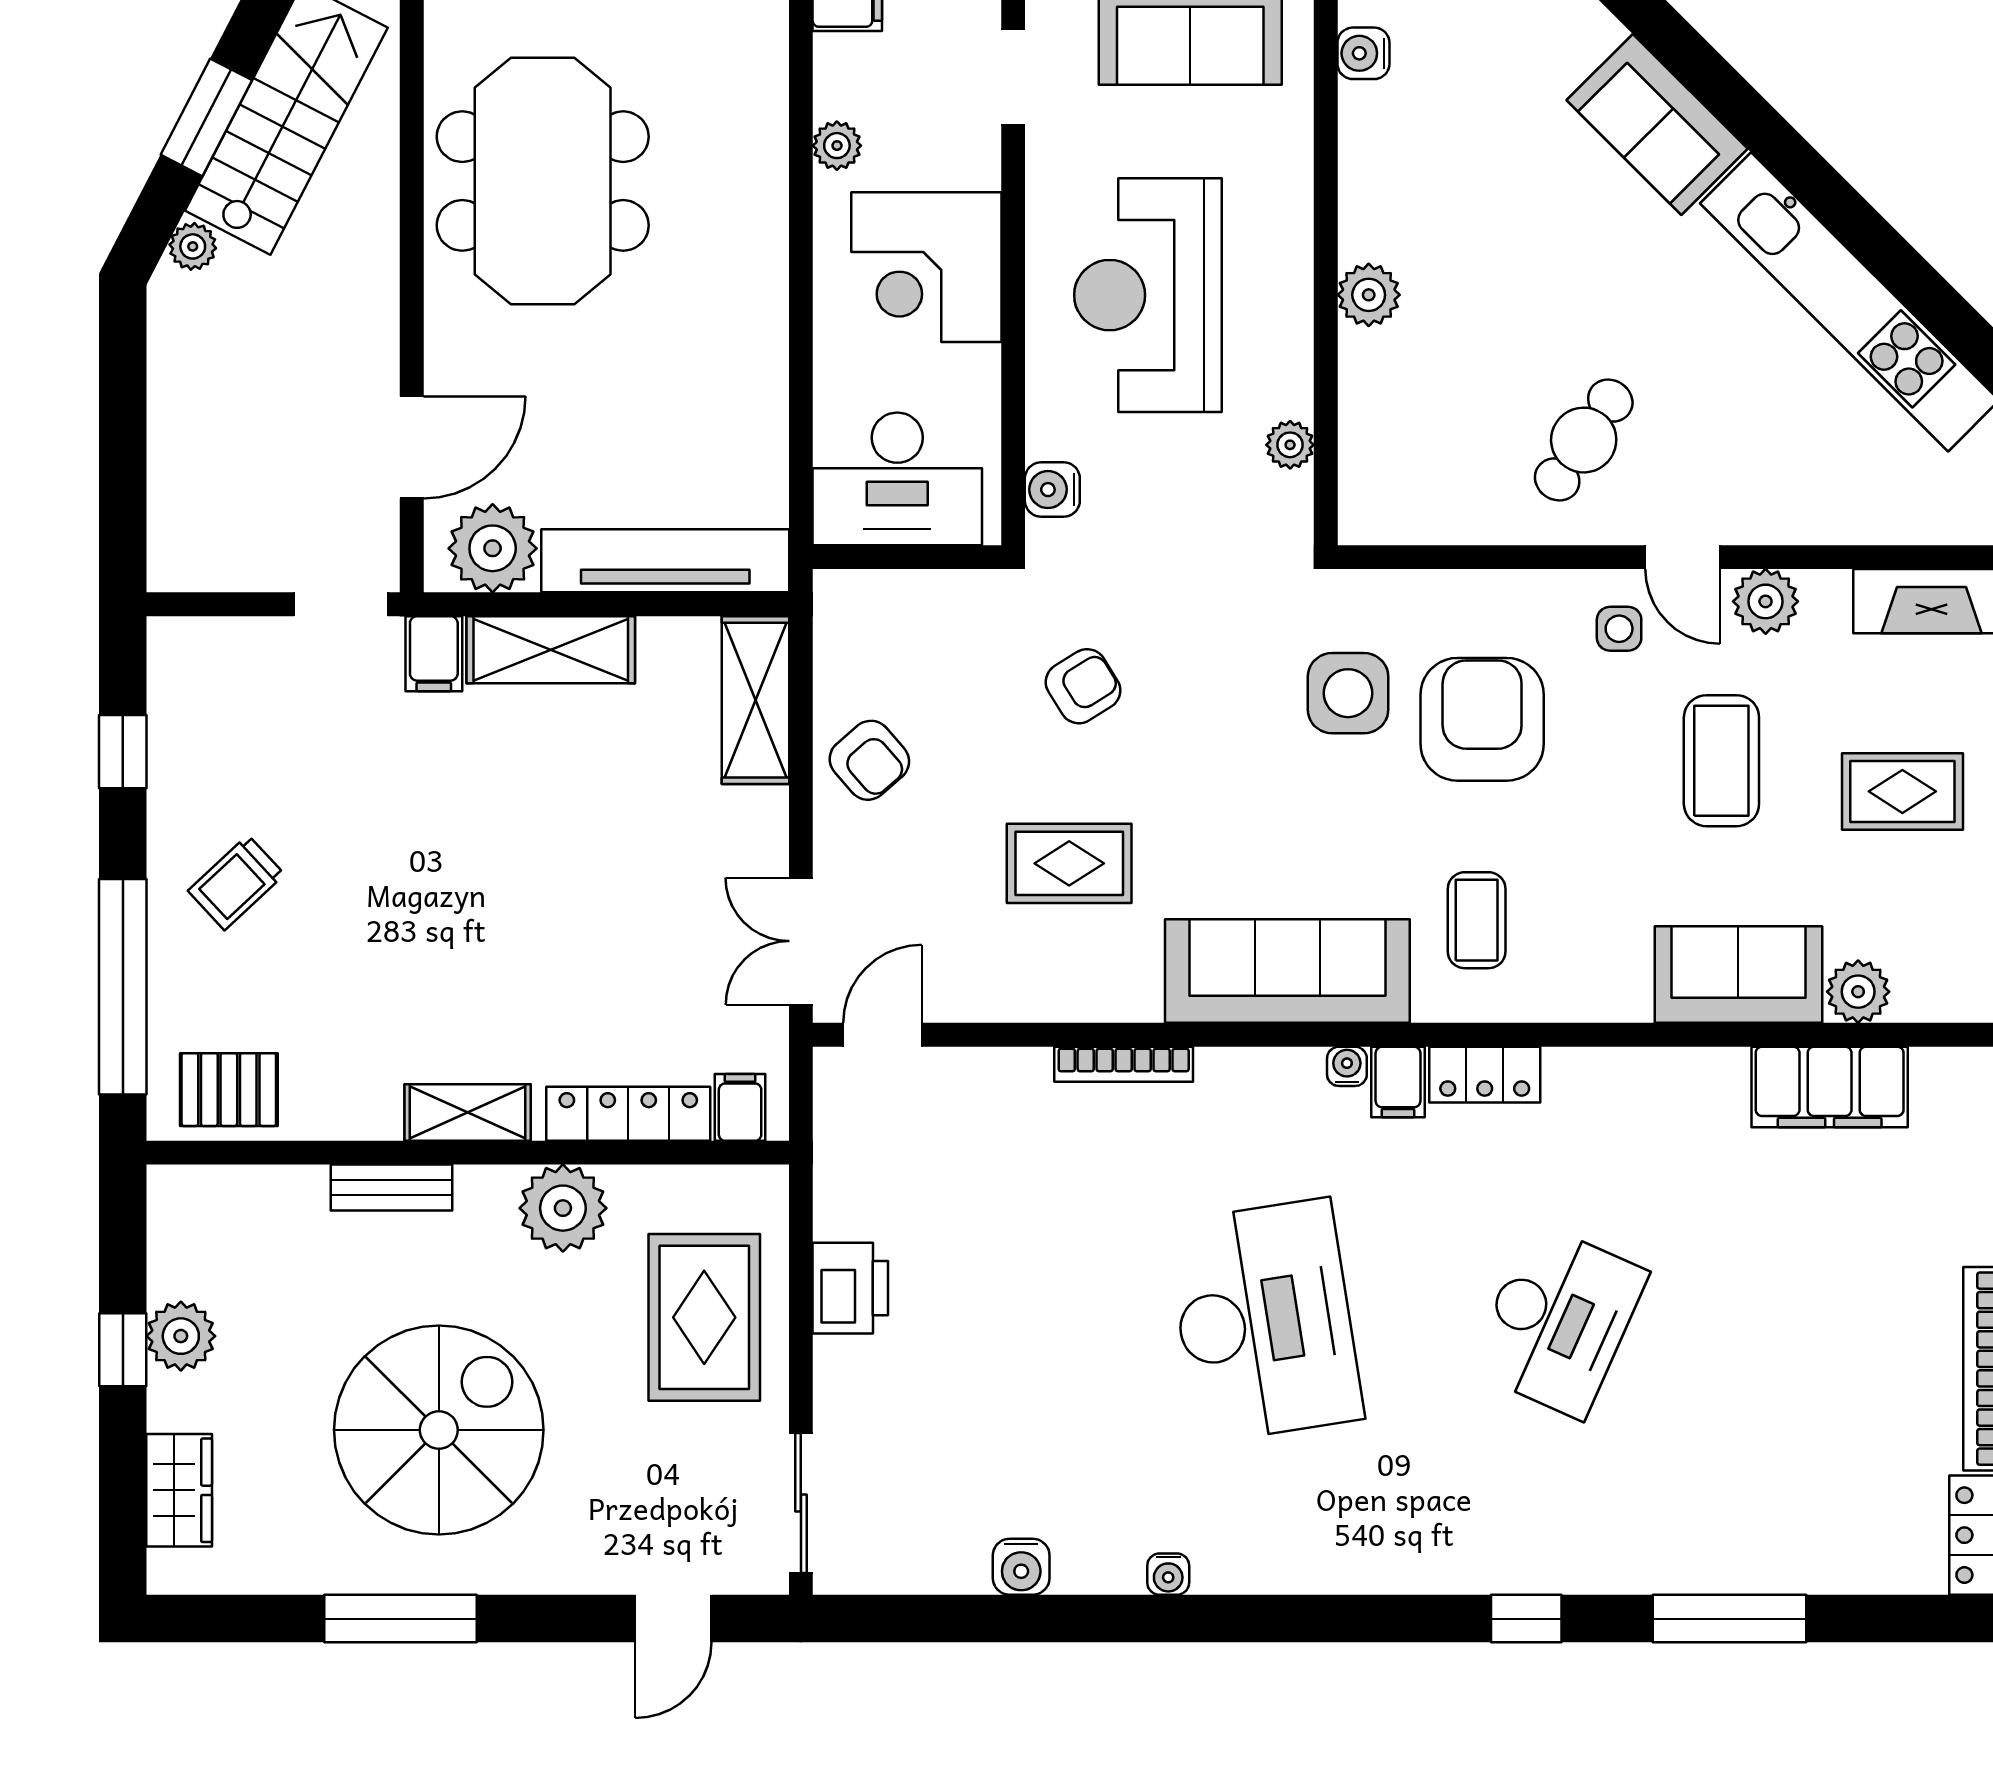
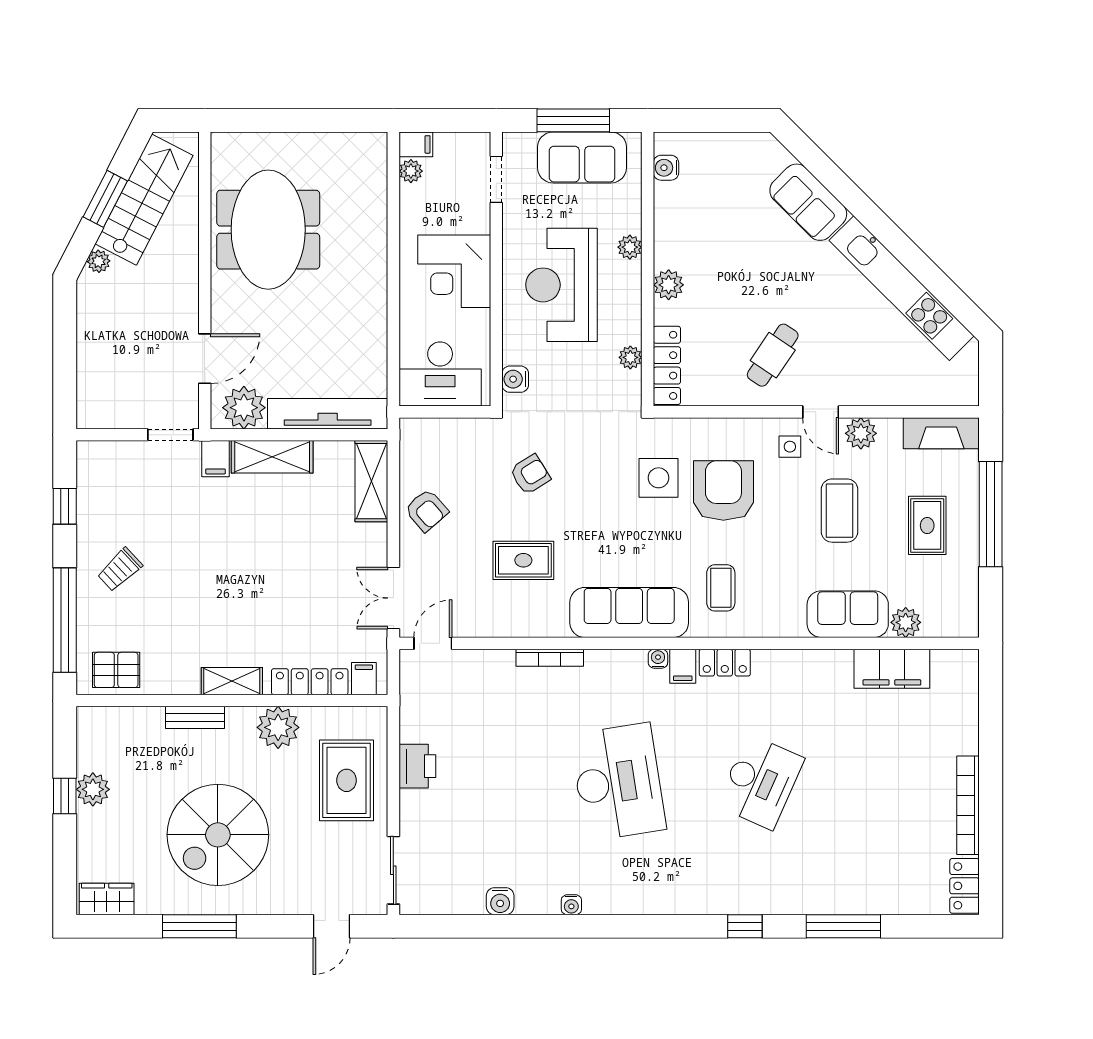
plant: (837, 146) -> (411, 171), moved
plant: (1289, 217) -> (630, 247), added
locker: (1365, 461) -> (667, 365), added
rug: (1902, 791) -> (927, 525), turned 90
spiral stairs: (439, 1430) -> (218, 835), turned 180
wardrobe: (179, 1490) -> (107, 899), moved, turned -90

